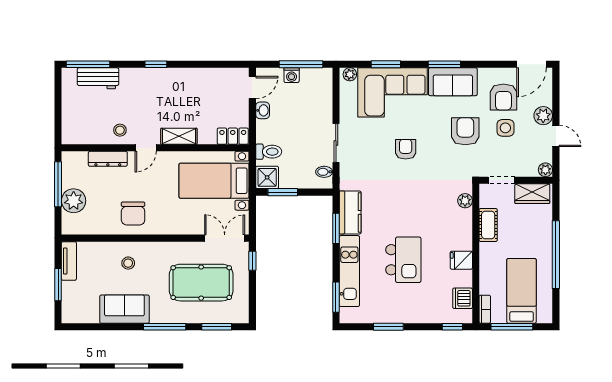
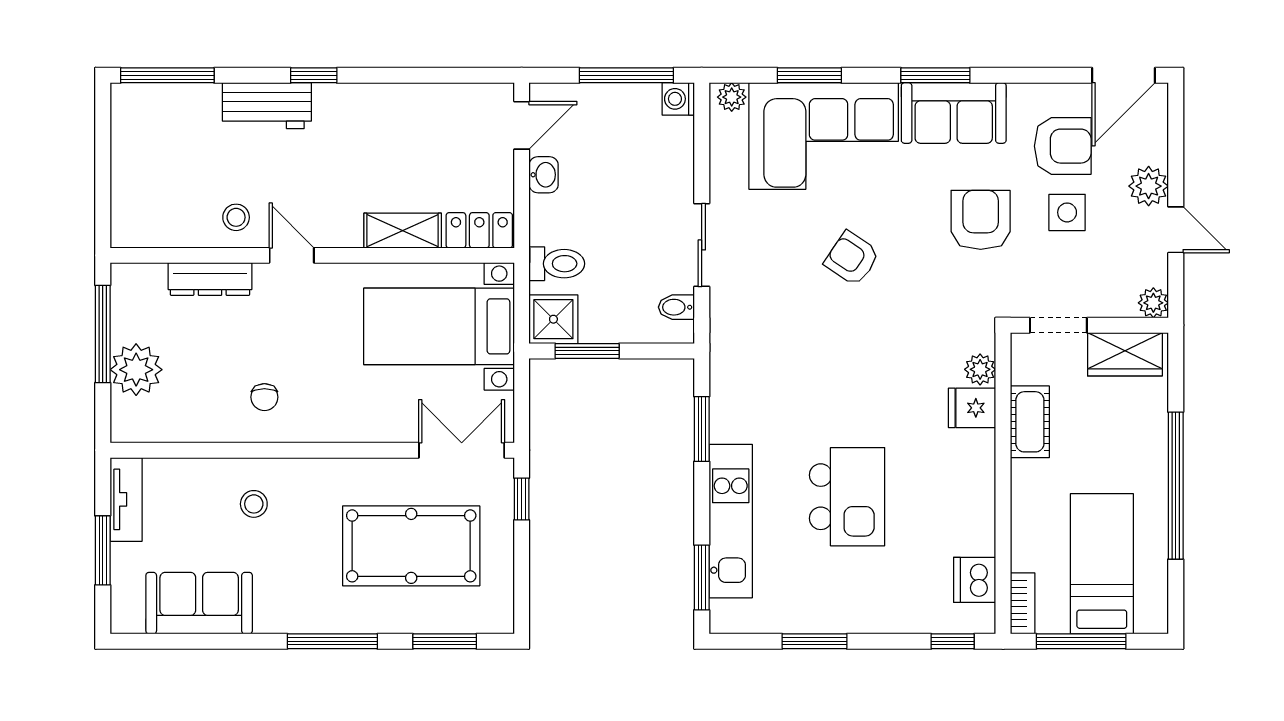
washing machine: (292, 75) -> (678, 99), moved, turned 90
workbench: (98, 78) -> (267, 106), moved
armchair: (503, 97) -> (1063, 146), turned -90
shelving: (179, 136) -> (403, 231), moved
door: (146, 148) -> (292, 255), swing flipped
armchair: (406, 149) -> (852, 258), turned -56
kitchen counter: (350, 212) -> (732, 395), removed
chair: (133, 214) -> (264, 397), width x0.54, depth x0.54
fridge: (461, 260) -> (972, 408), moved
sofa: (124, 309) -> (199, 603), moved

